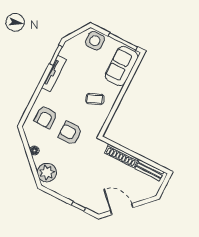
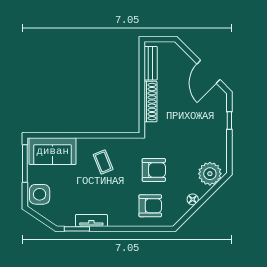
tv unit: (54, 74) -> (91, 221), width x0.71
armchair: (70, 133) -> (154, 170), turned -90

